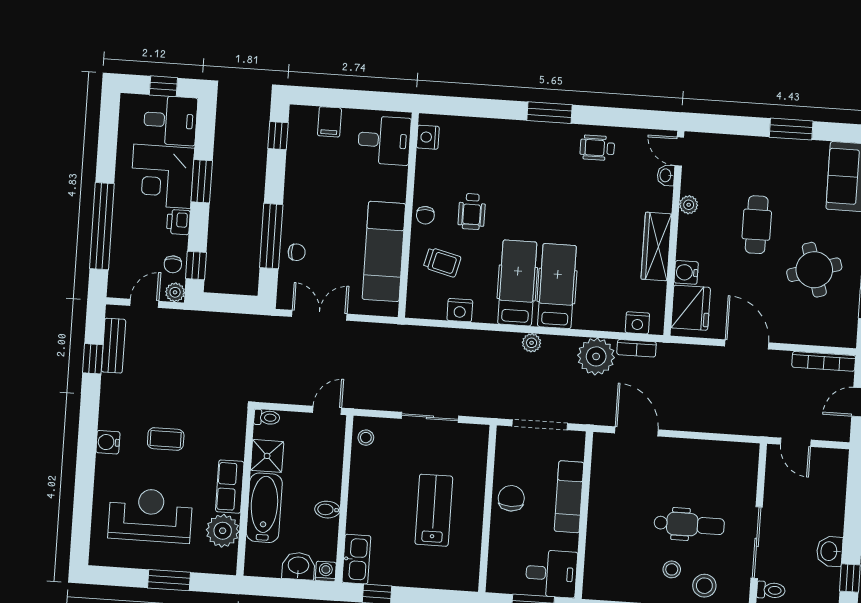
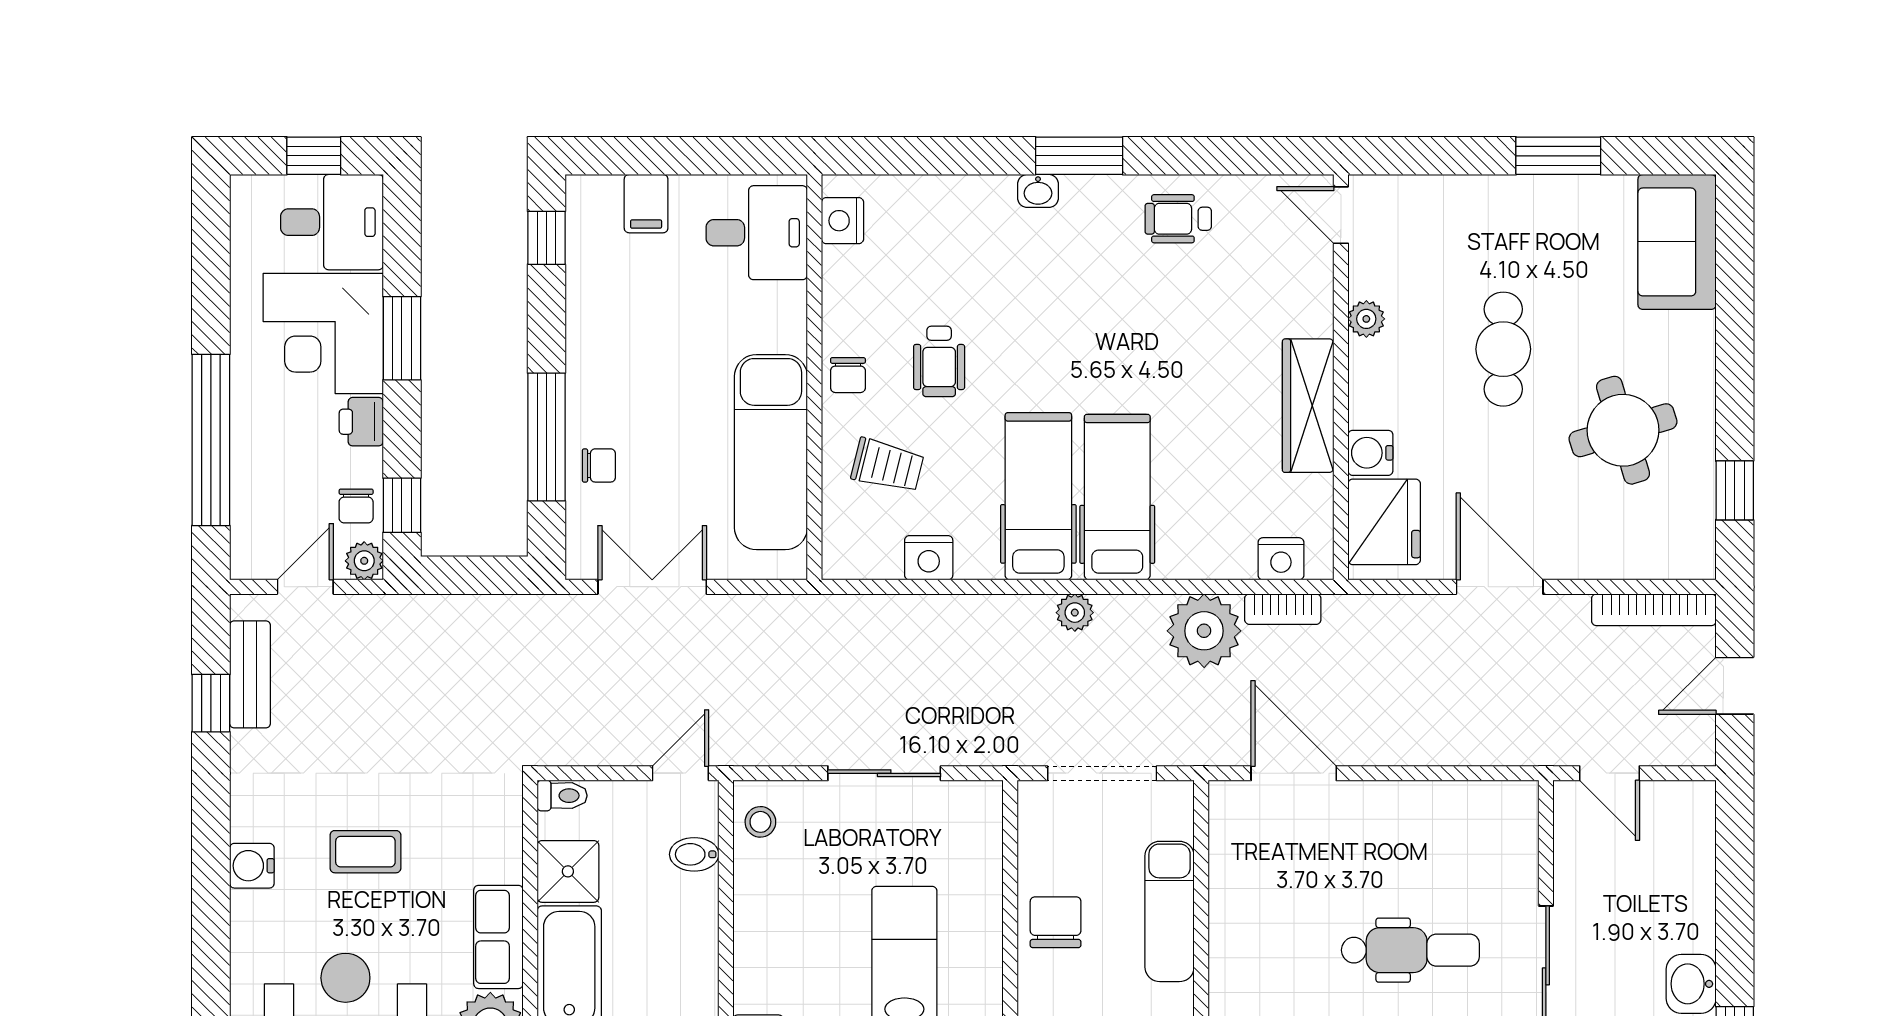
washbasin: (666, 175) -> (1038, 191), moved, turned -90
bidet: (327, 510) -> (694, 854), moved

